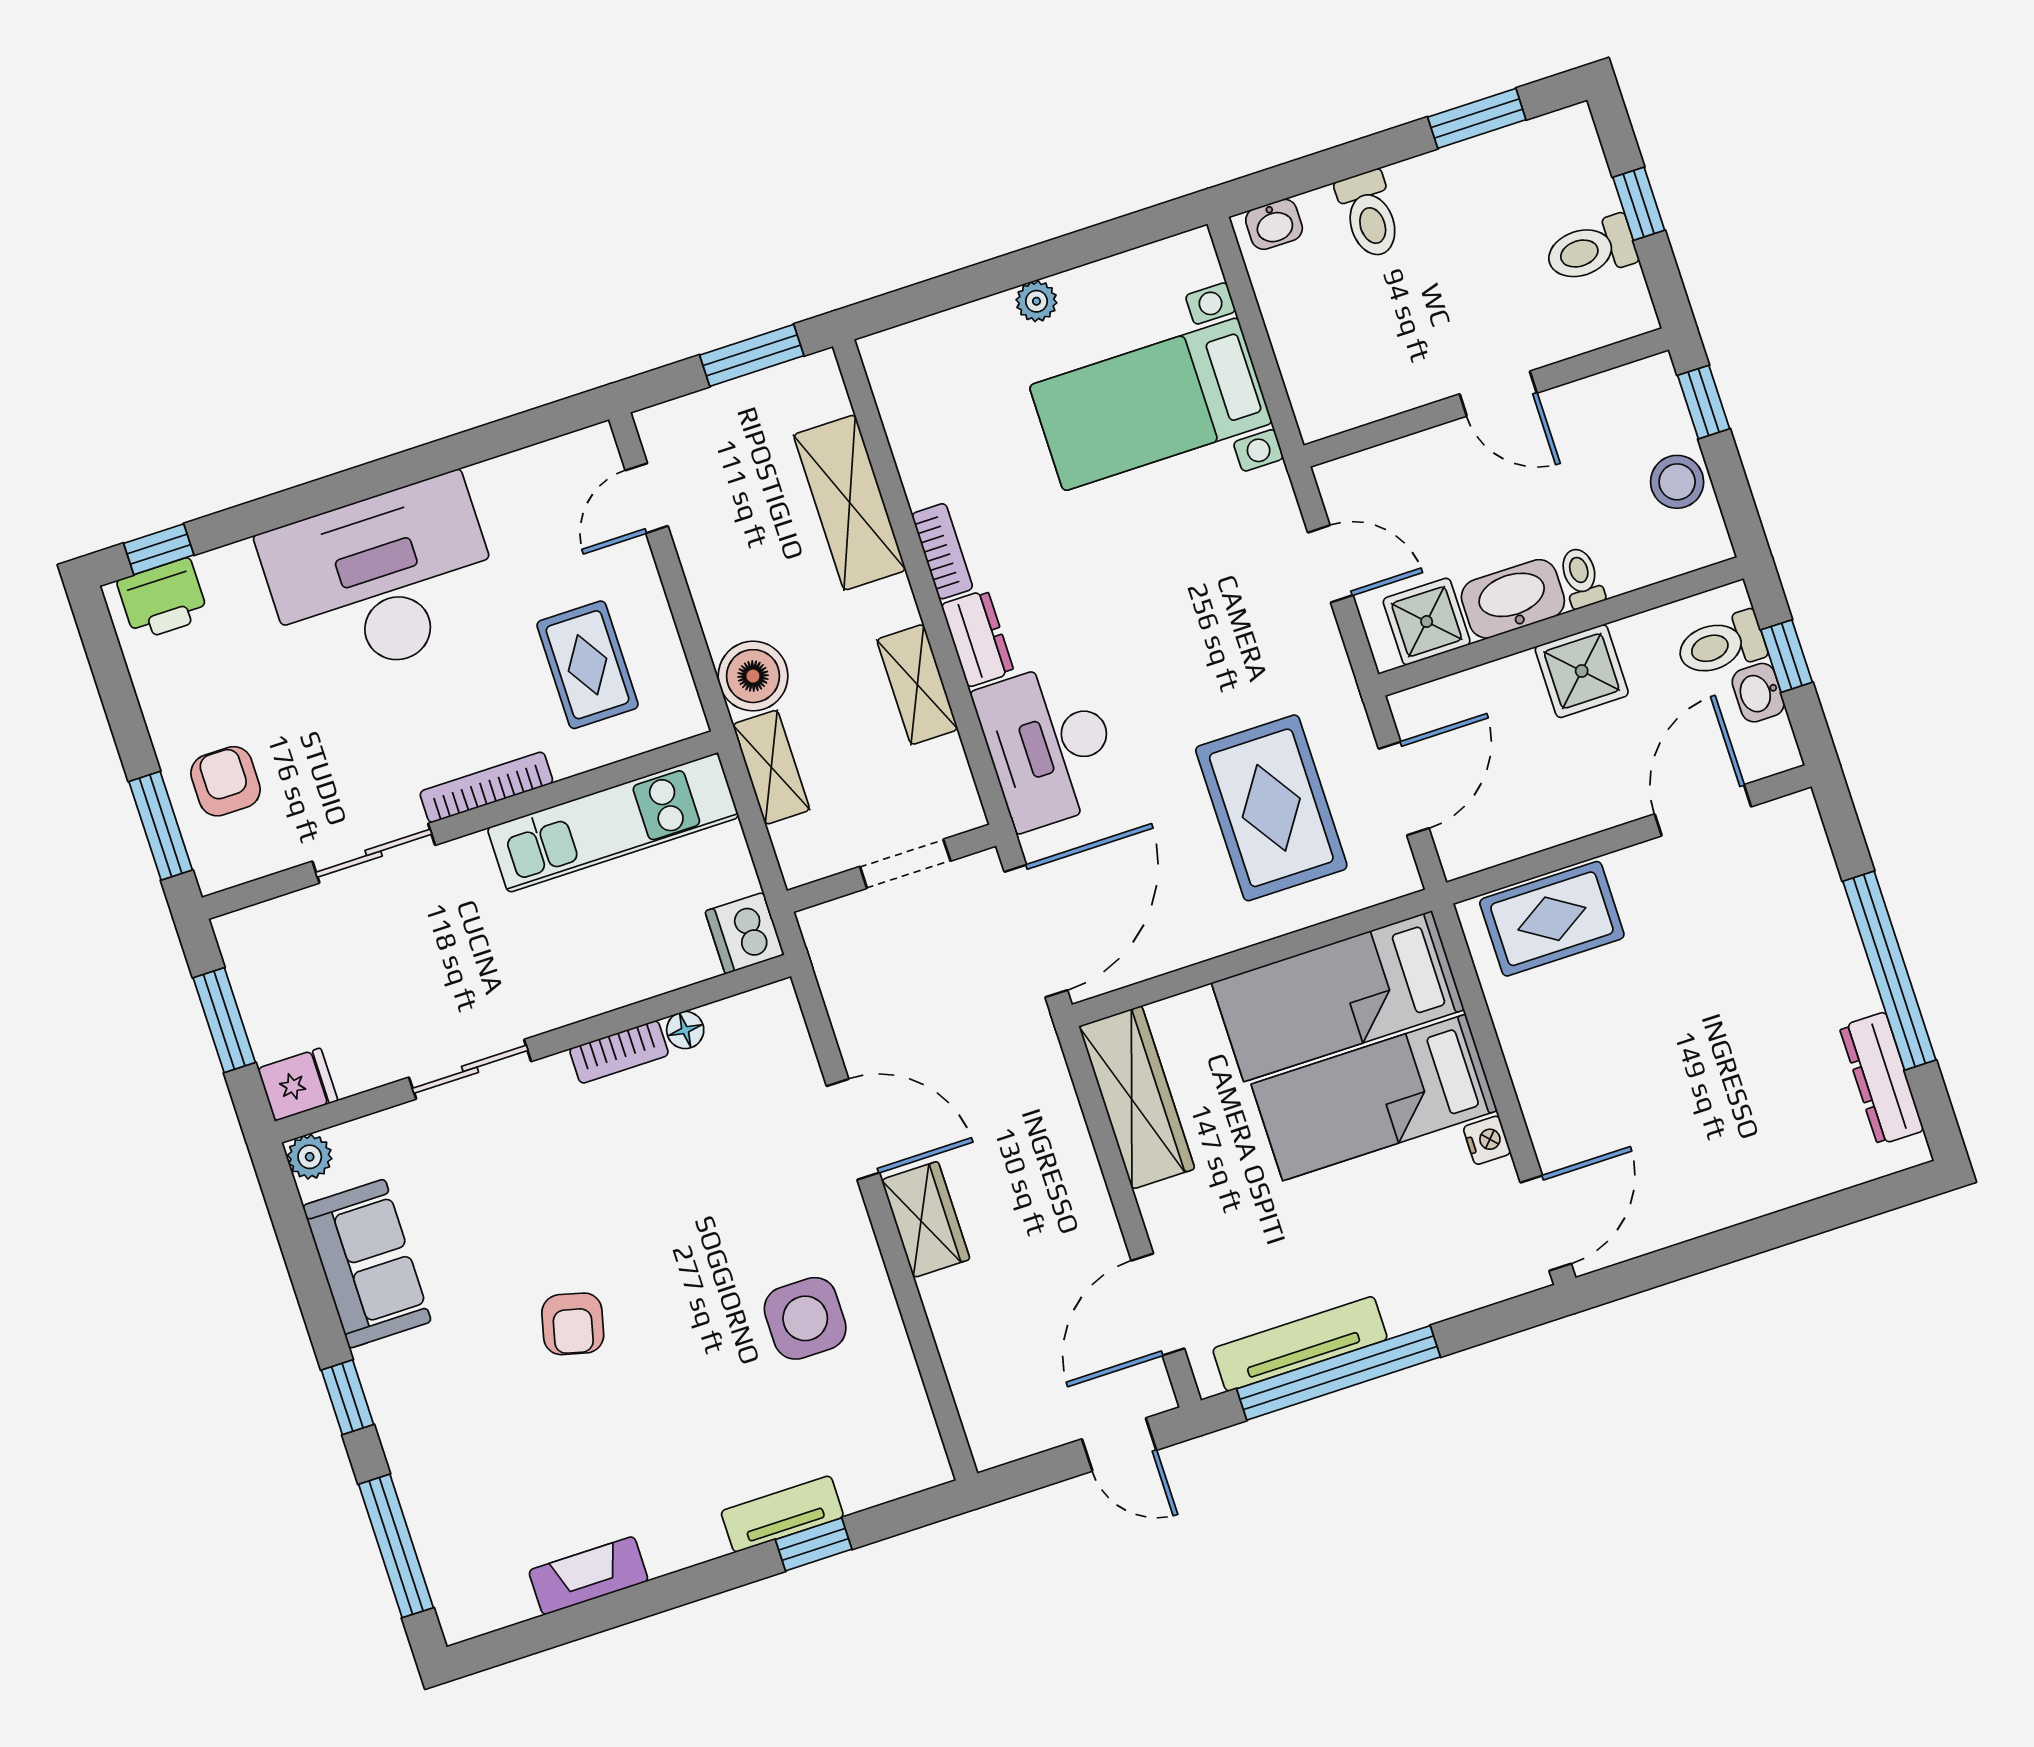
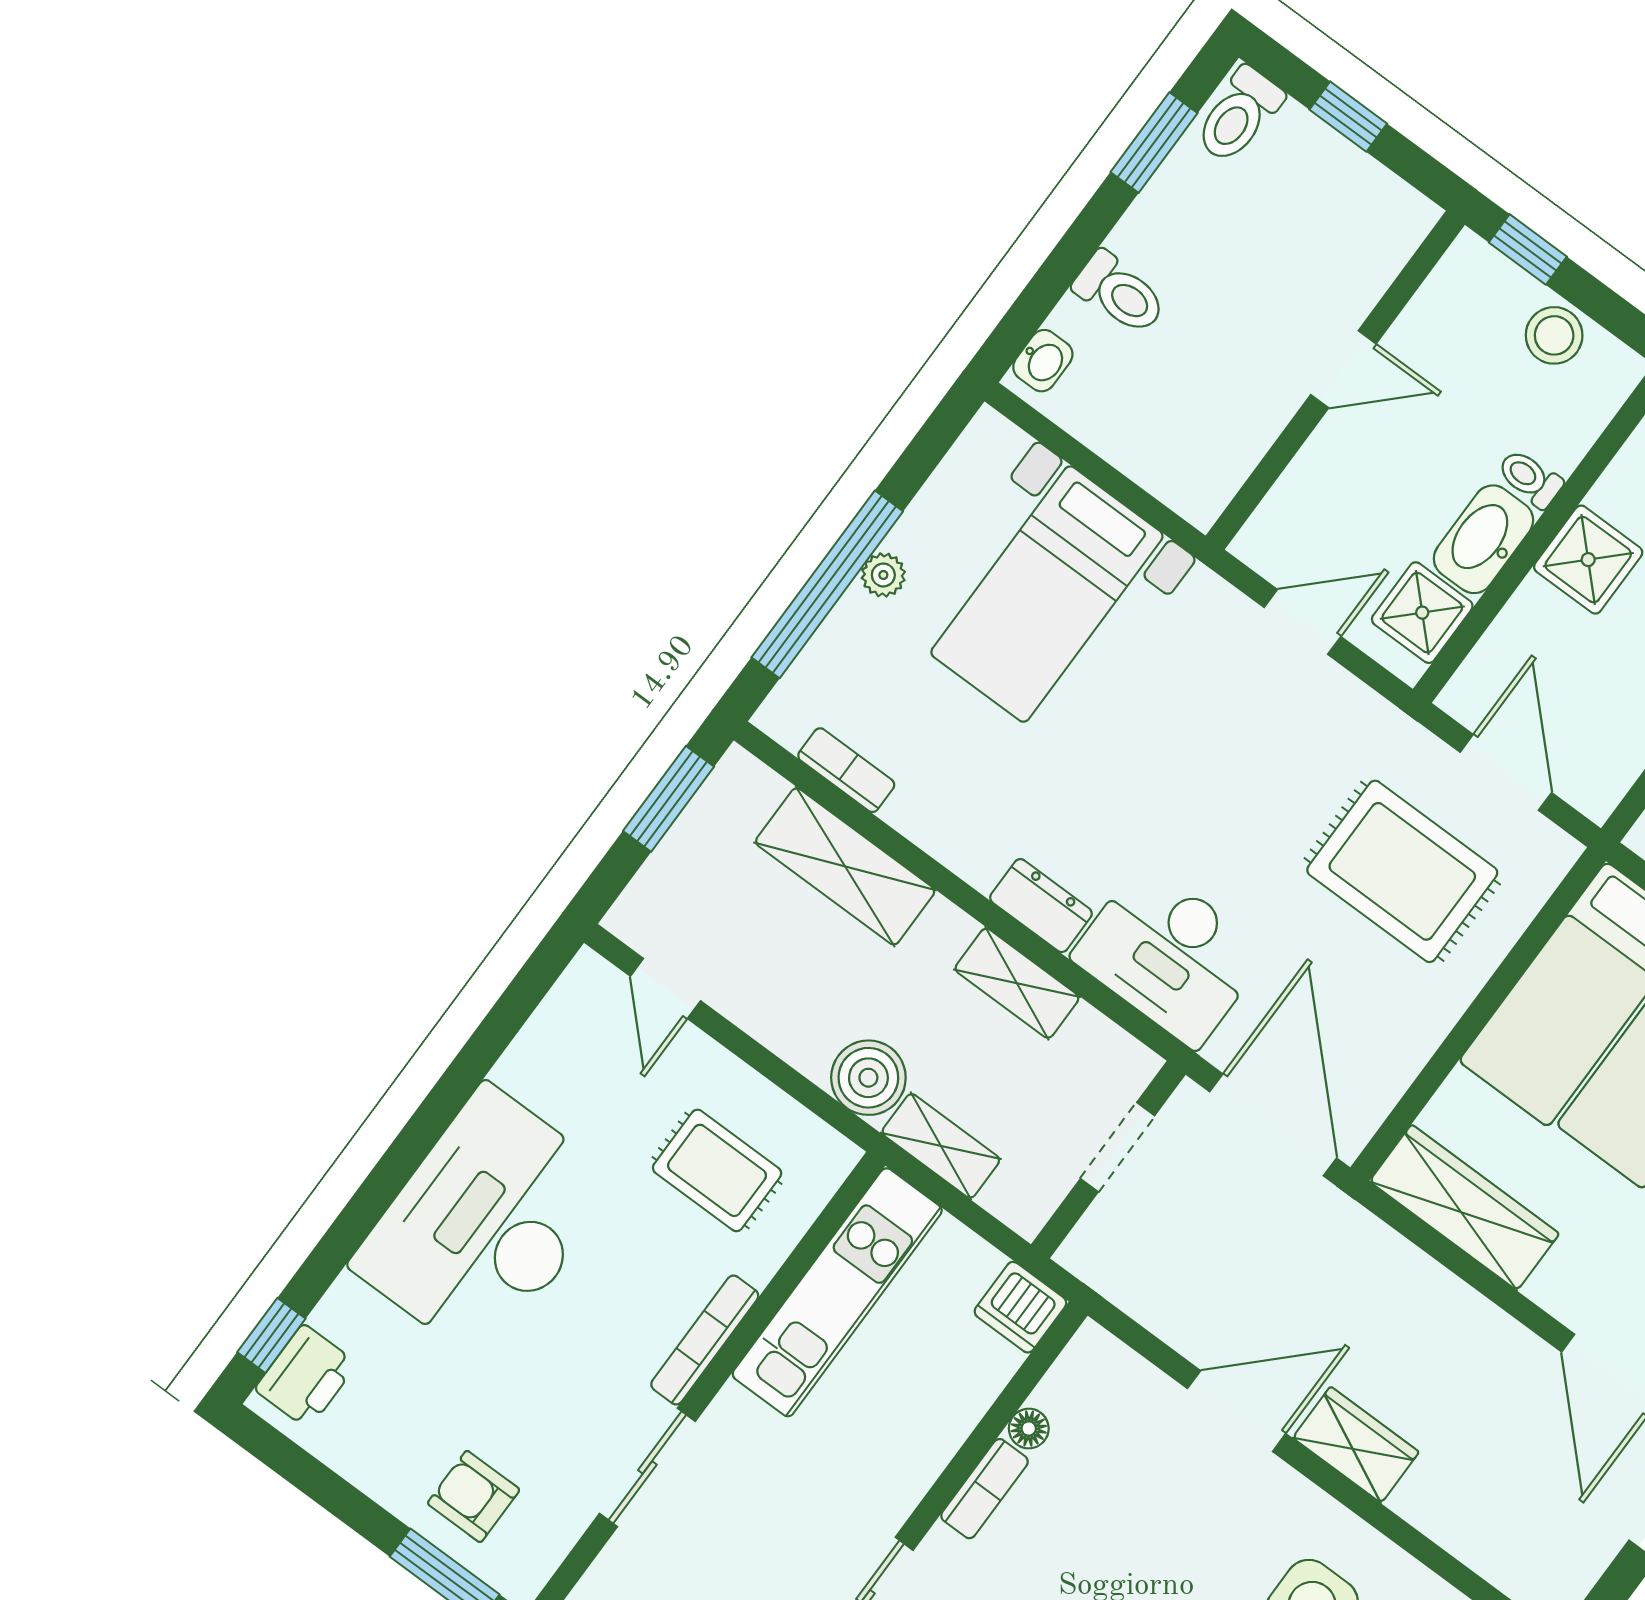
toilet: (1591, 250) -> (1239, 115), moved
window: (989, 278) -> (827, 584), added
bookcase: (942, 551) -> (846, 770), moved

